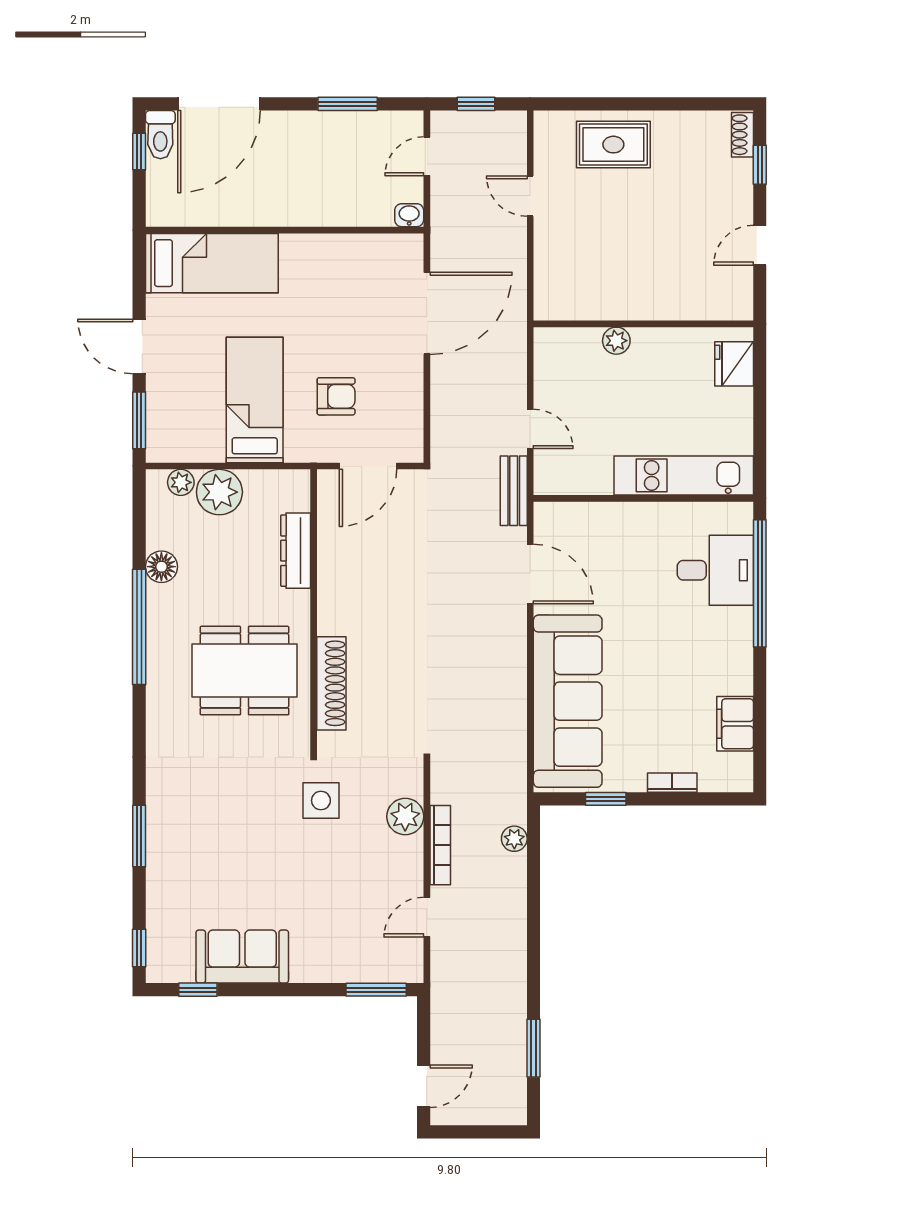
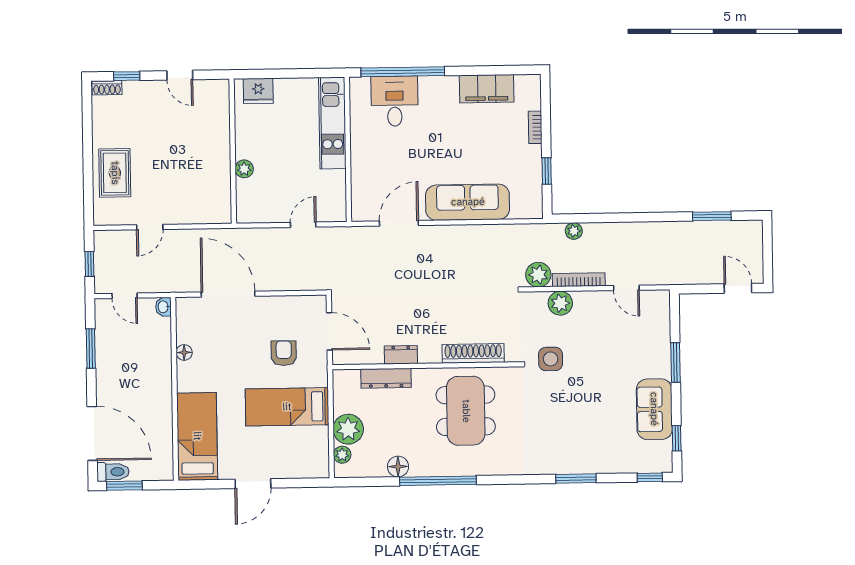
window: (139, 152) -> (124, 486), width x1.50
floor lamp: (340, 245) -> (184, 352), added
window: (139, 420) -> (302, 483), removed
bench: (514, 491) -> (344, 235), removed
dresser: (331, 574) -> (401, 355), added
sofa: (568, 701) -> (468, 202), width x0.74, depth x0.79
filing cabinet: (735, 724) -> (487, 89), width x1.50, depth x1.17
plant: (449, 784) -> (538, 275), added
window: (376, 990) -> (675, 363), moved

